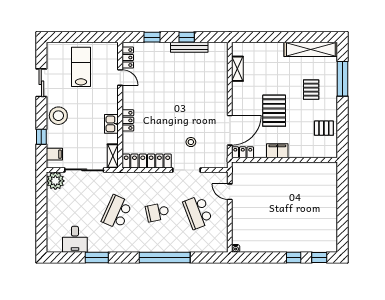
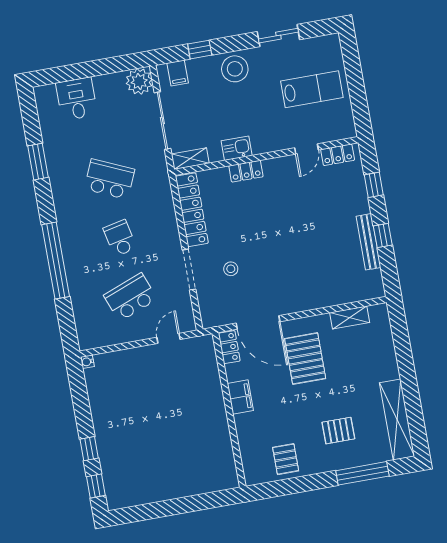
pallet: (274, 111) -> (305, 359), moved, turned 90
desk: (75, 239) -> (77, 99), moved, turned 90

